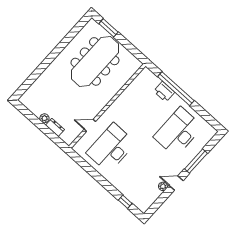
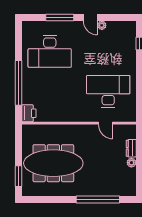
window: (40, 70) -> (98, 199), added
printer: (164, 92) -> (29, 113), moved
desk: (111, 148) -> (108, 91), turned 180

